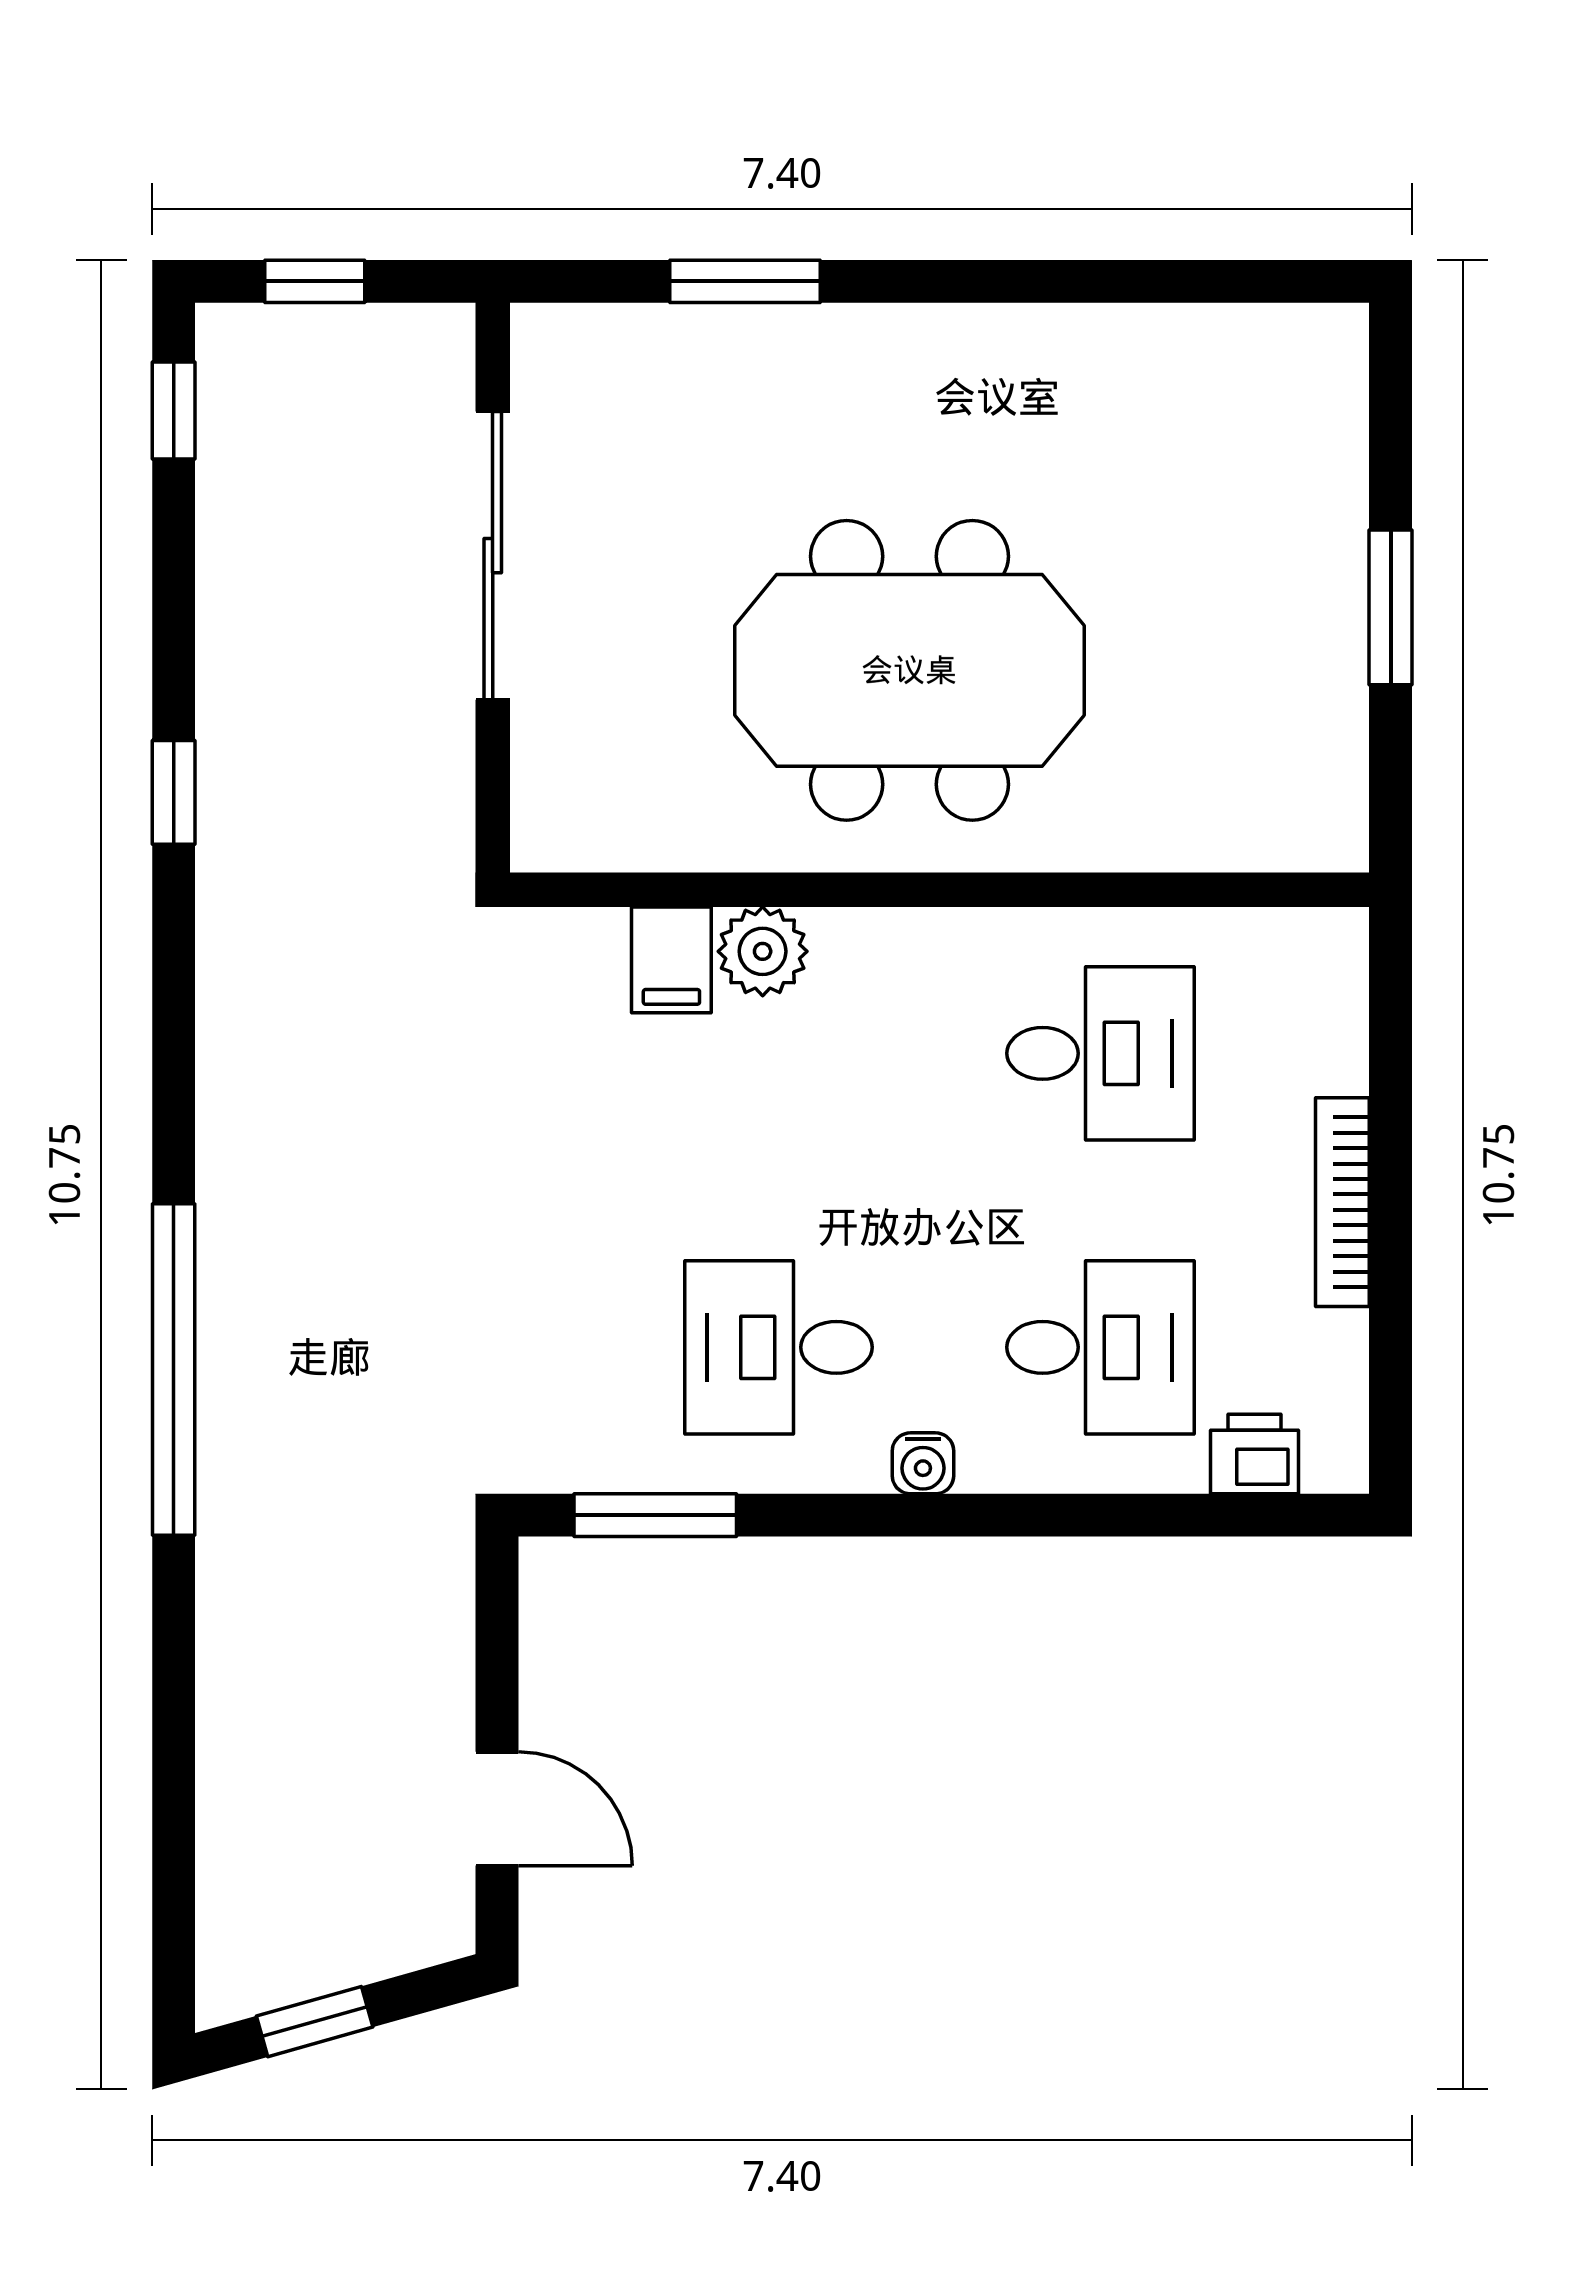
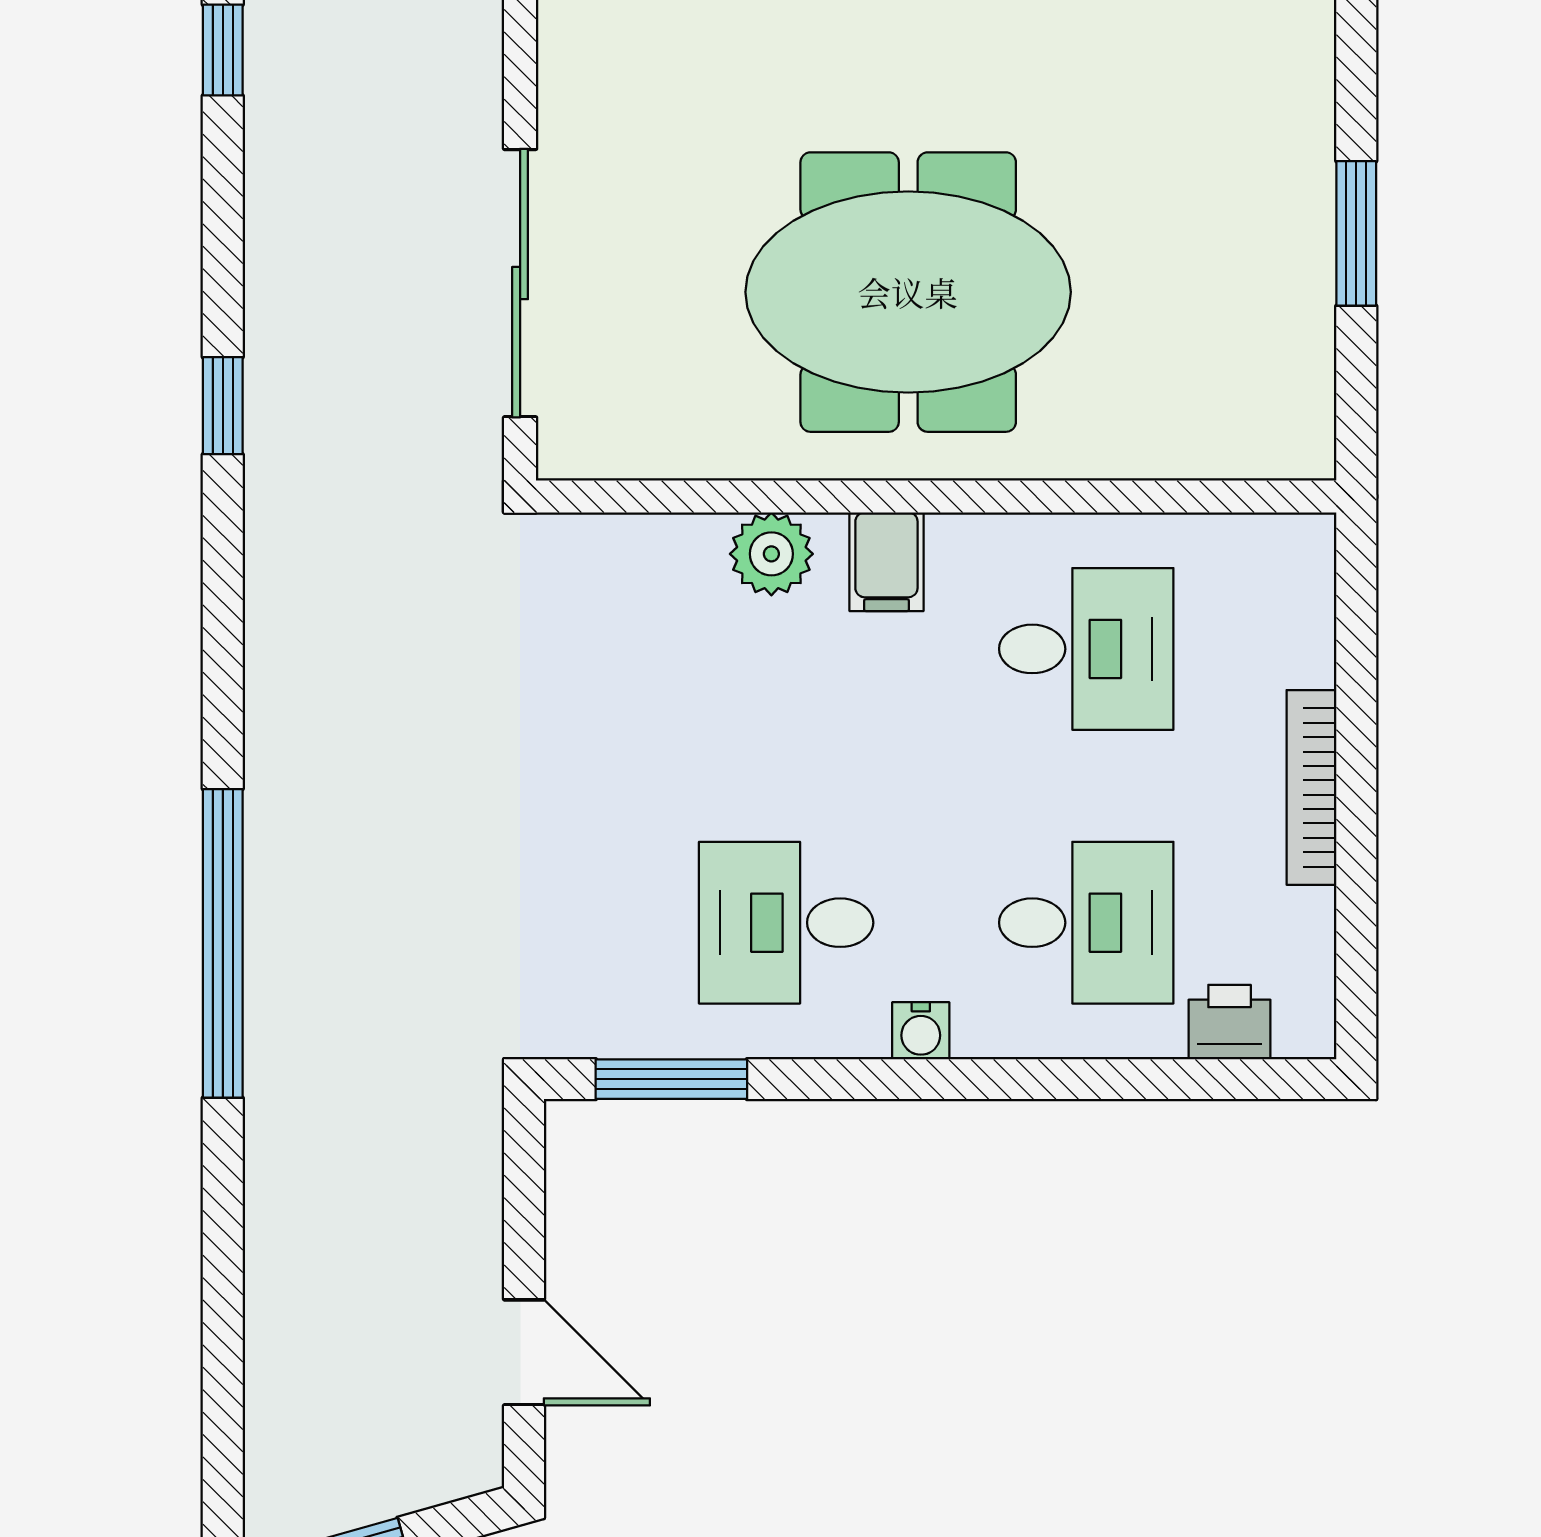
sliding door: (493, 556) -> (520, 283), moved
filing cabinet: (671, 960) -> (886, 562), moved

